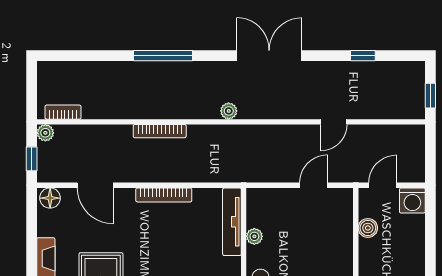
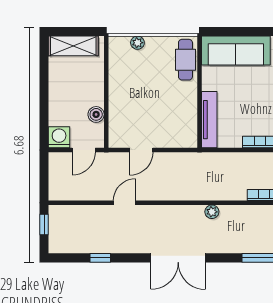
plant: (254, 236) -> (190, 107), removed

